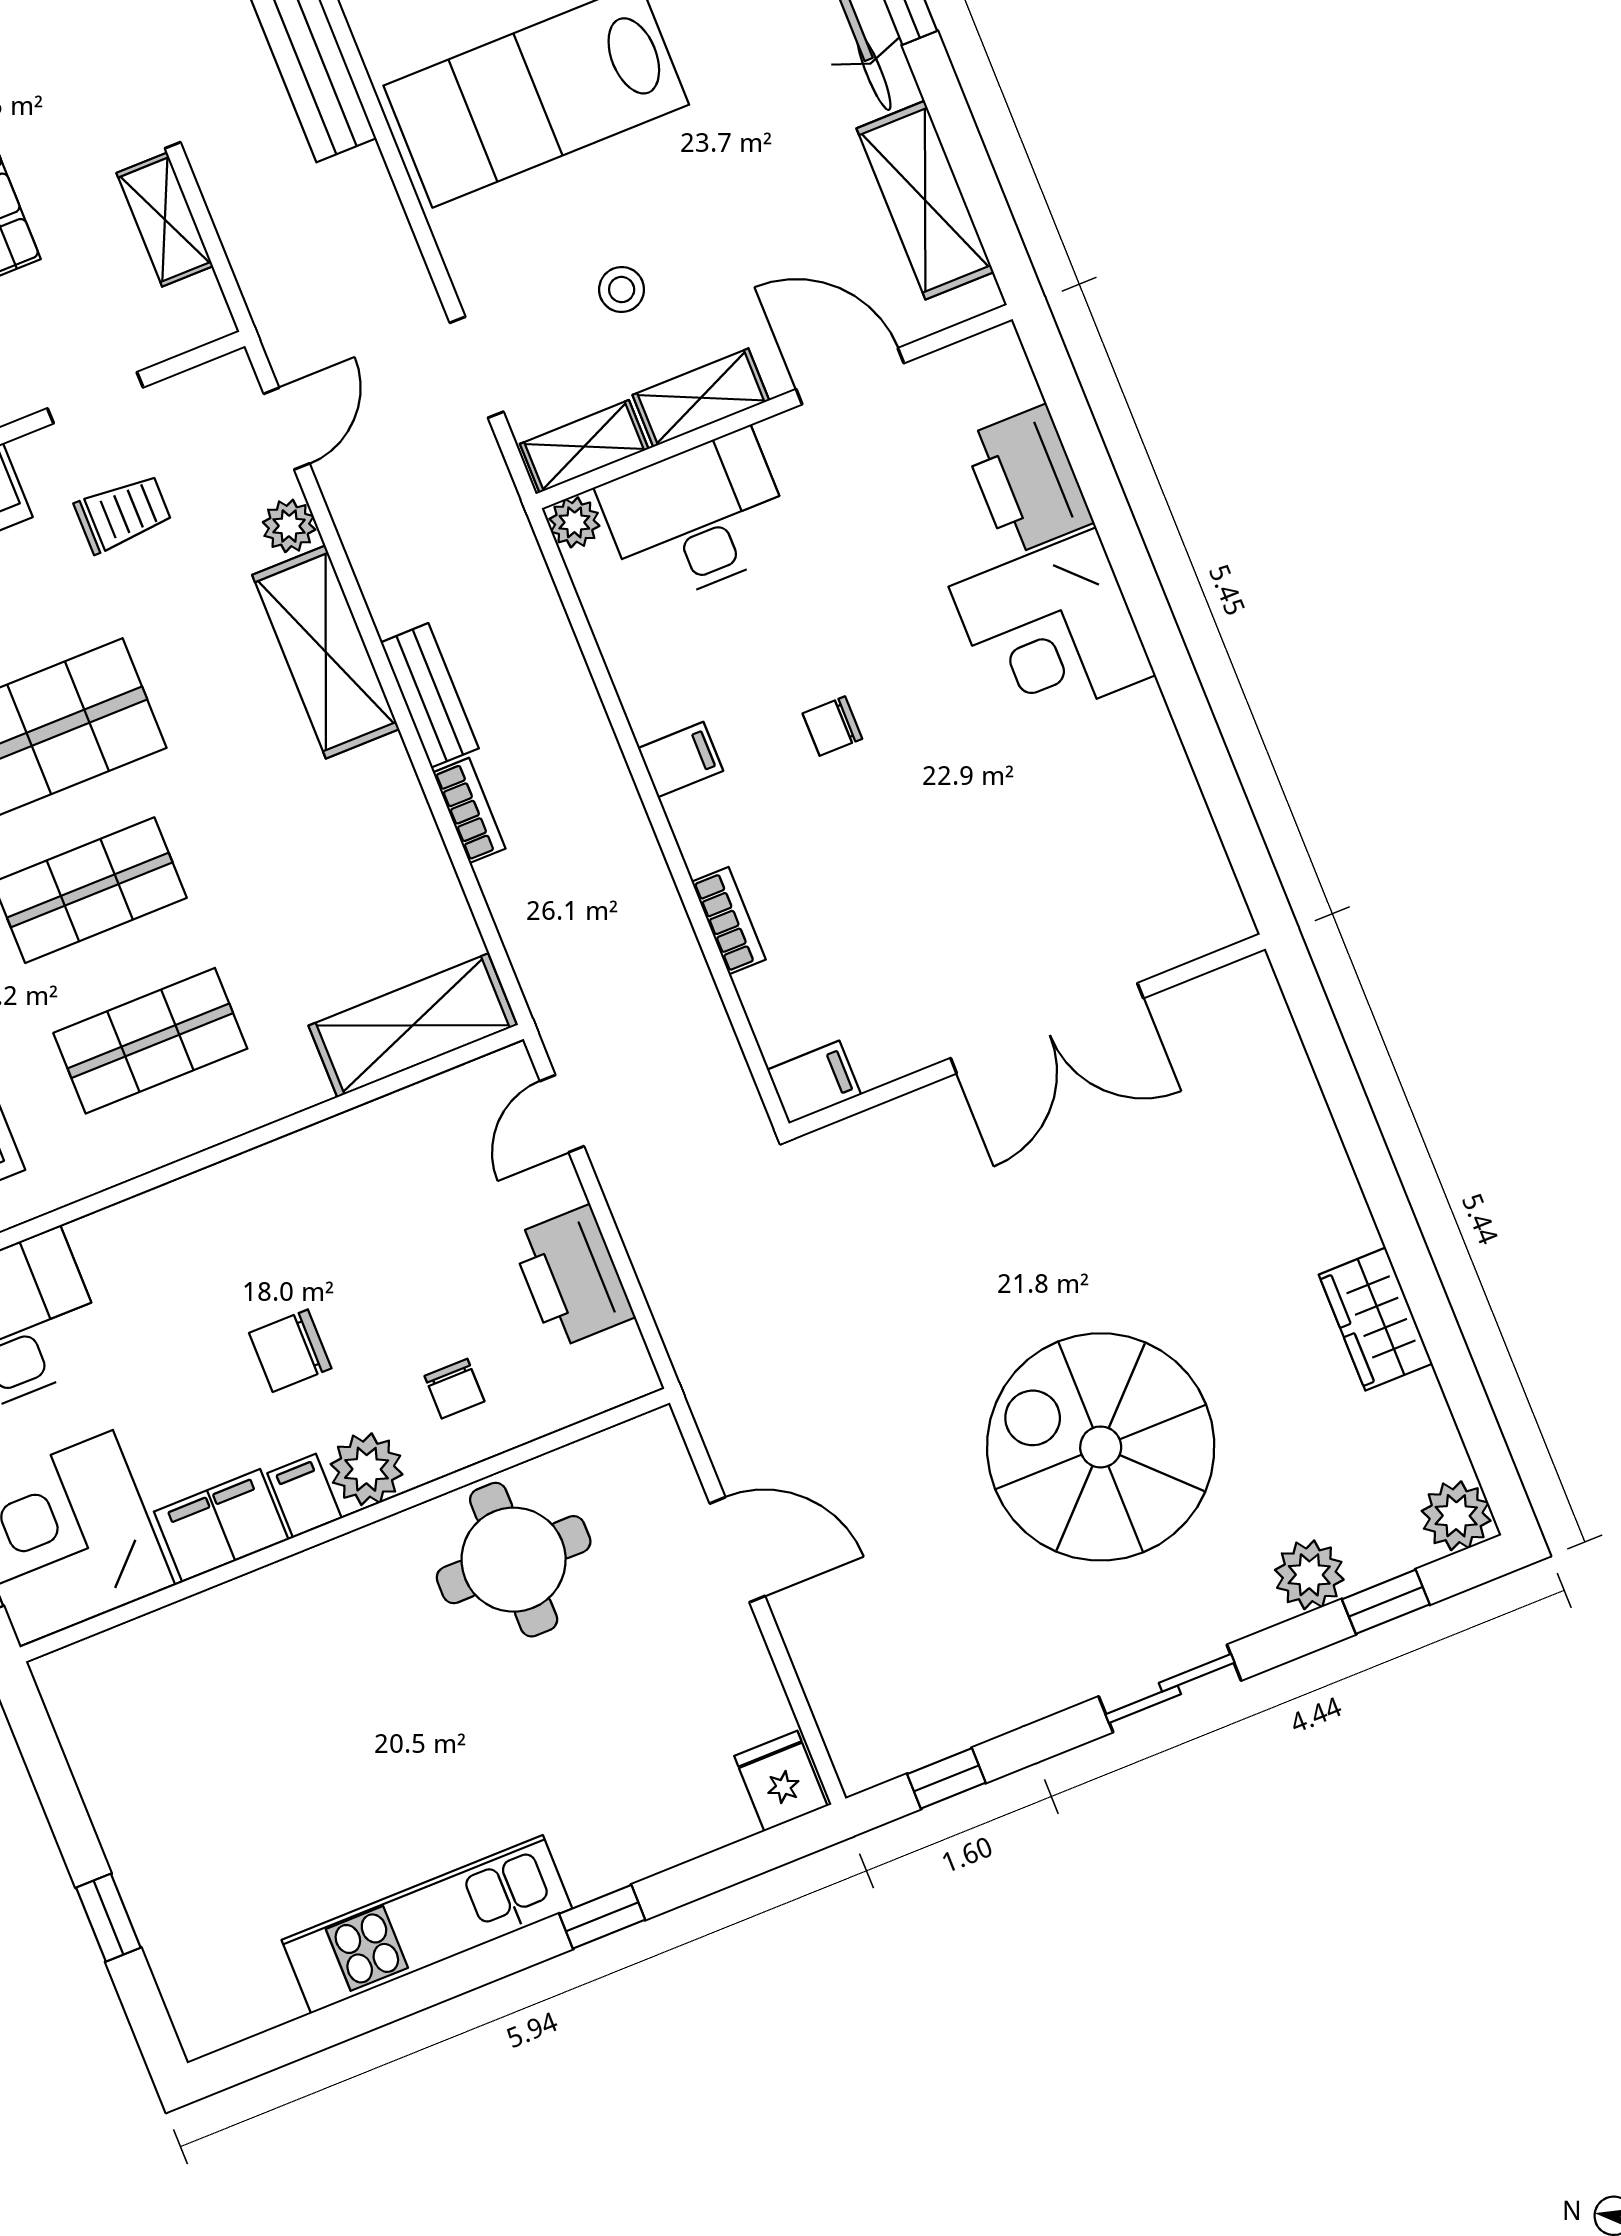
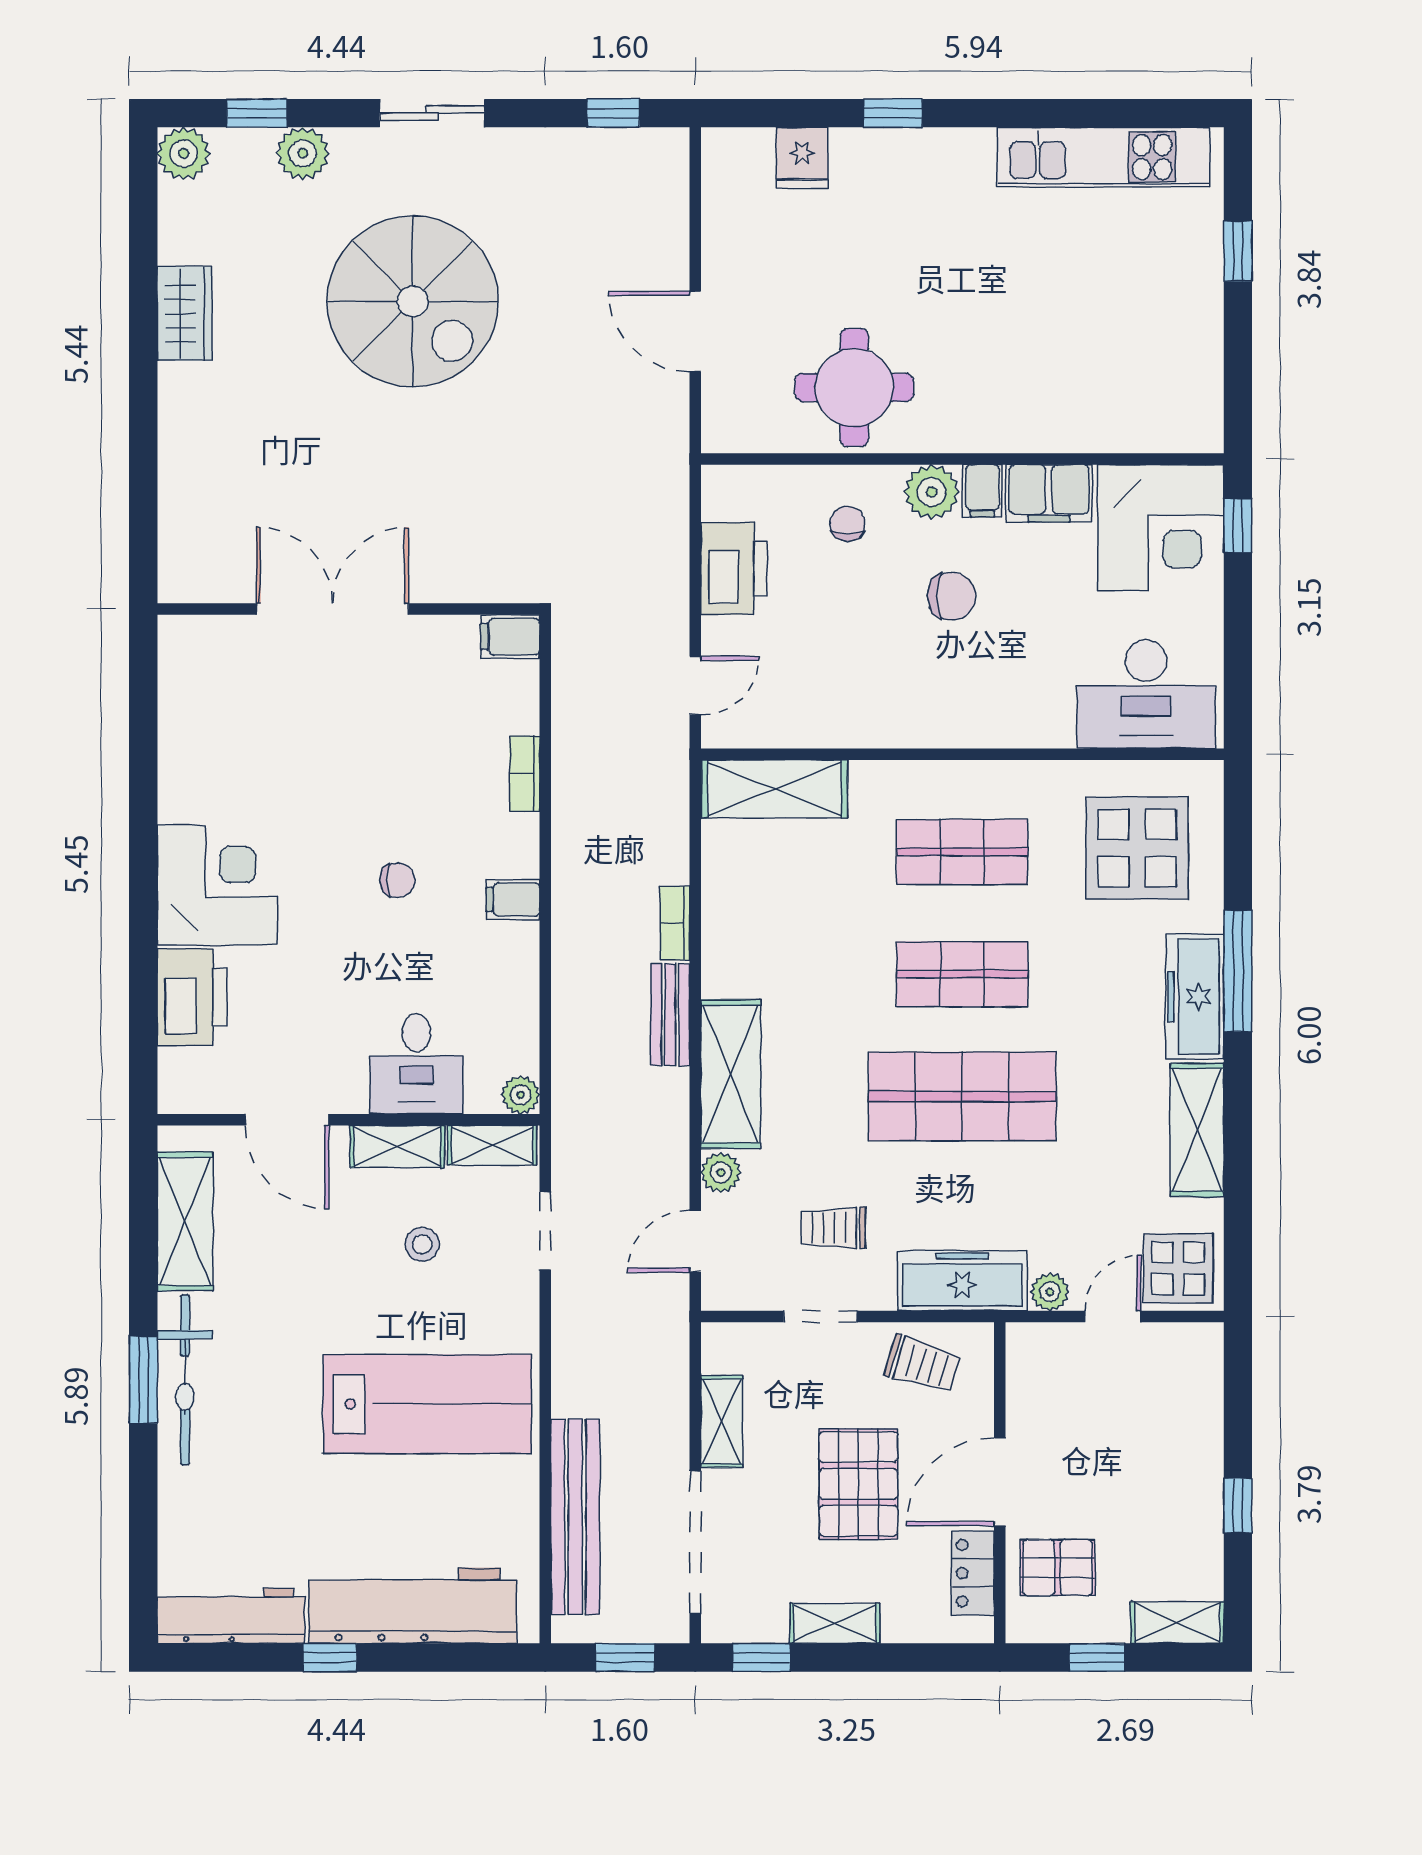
desk: (697, 518) -> (416, 1064), width x0.73
fridge: (781, 1781) -> (802, 158), moved
kitchen unit: (427, 1924) -> (1103, 157), moved

